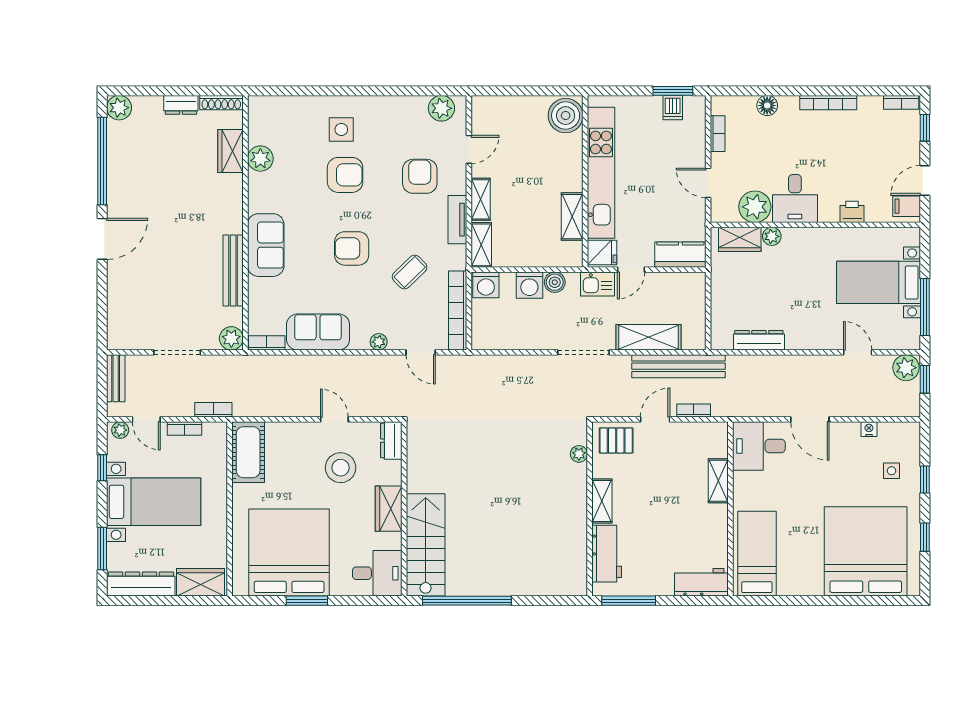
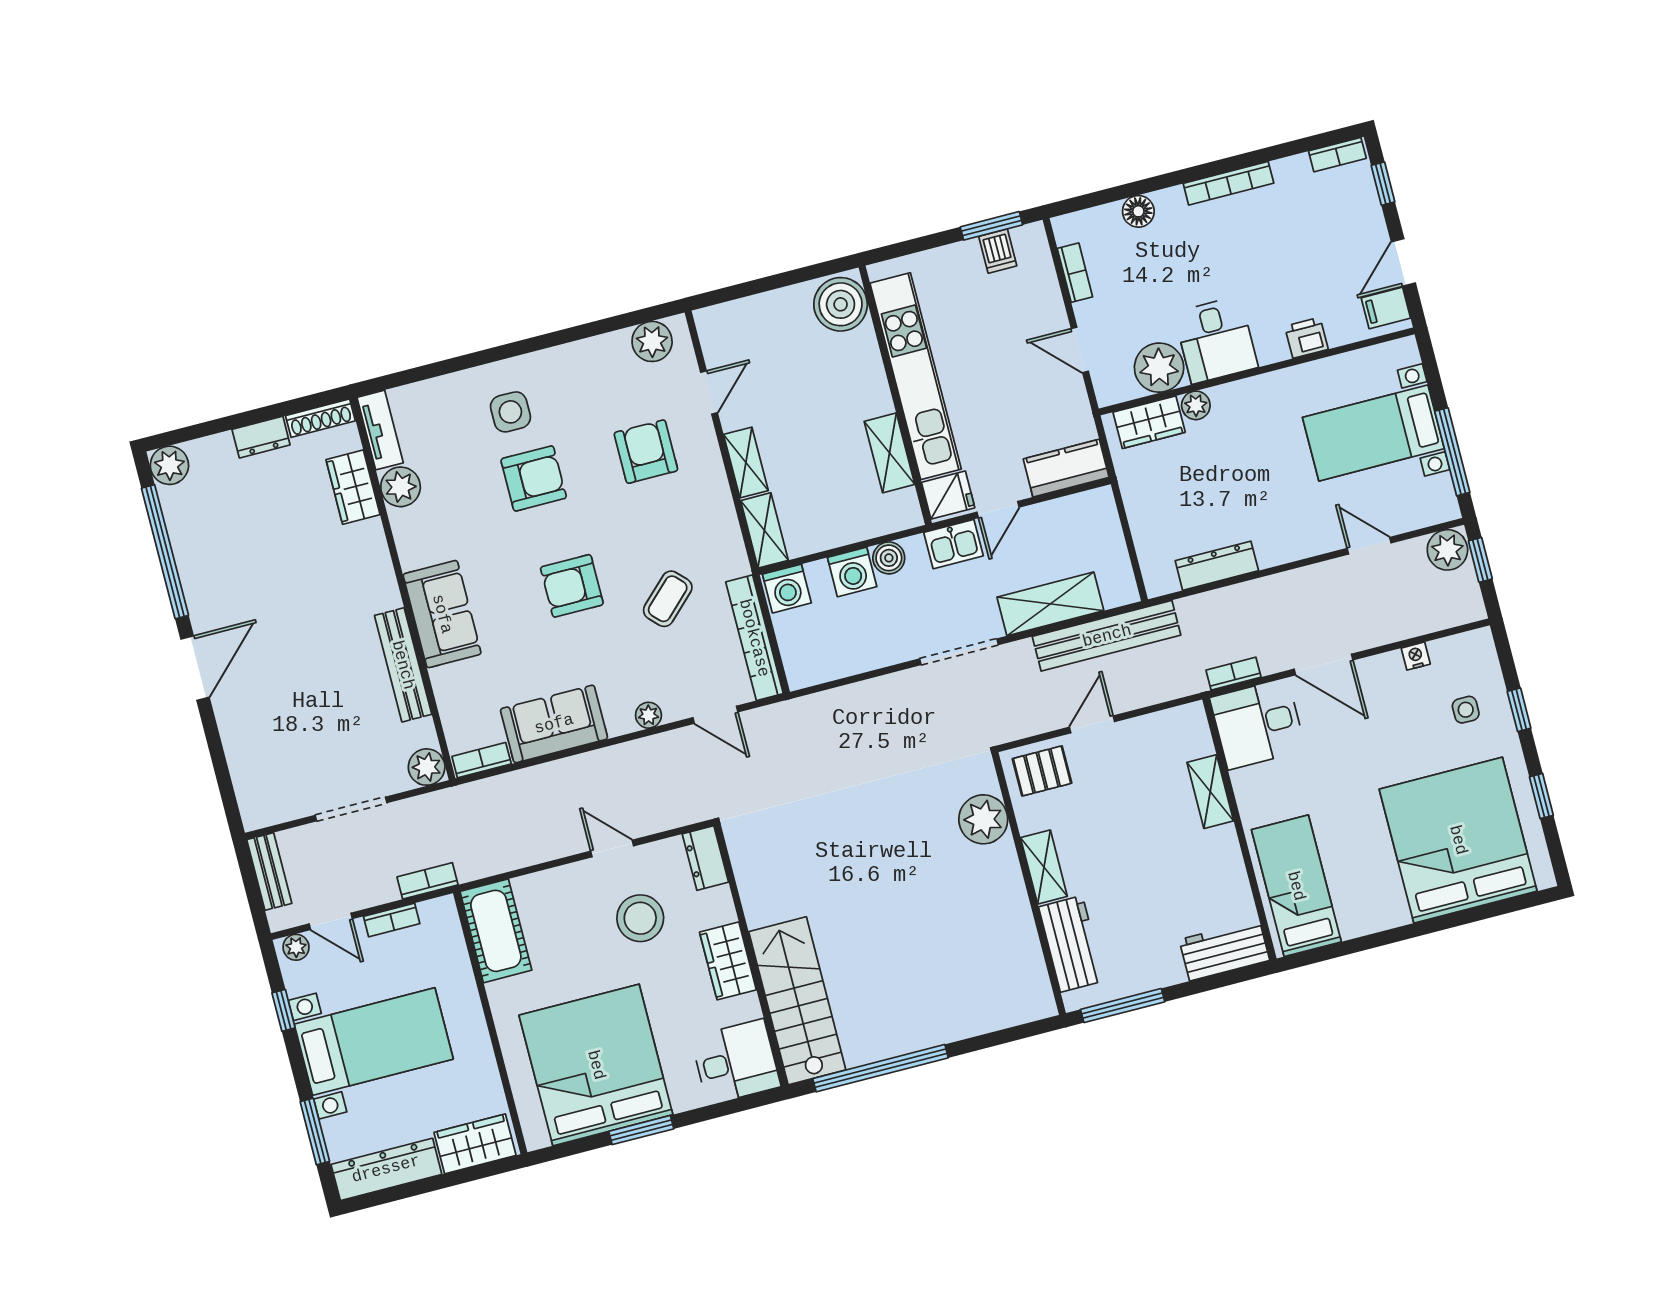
tv unit: (457, 220) -> (380, 430), moved, turned 180
bookcase: (694, 411) -> (1234, 674), moved
plant: (579, 454) -> (983, 819), width x1.88, depth x1.88

